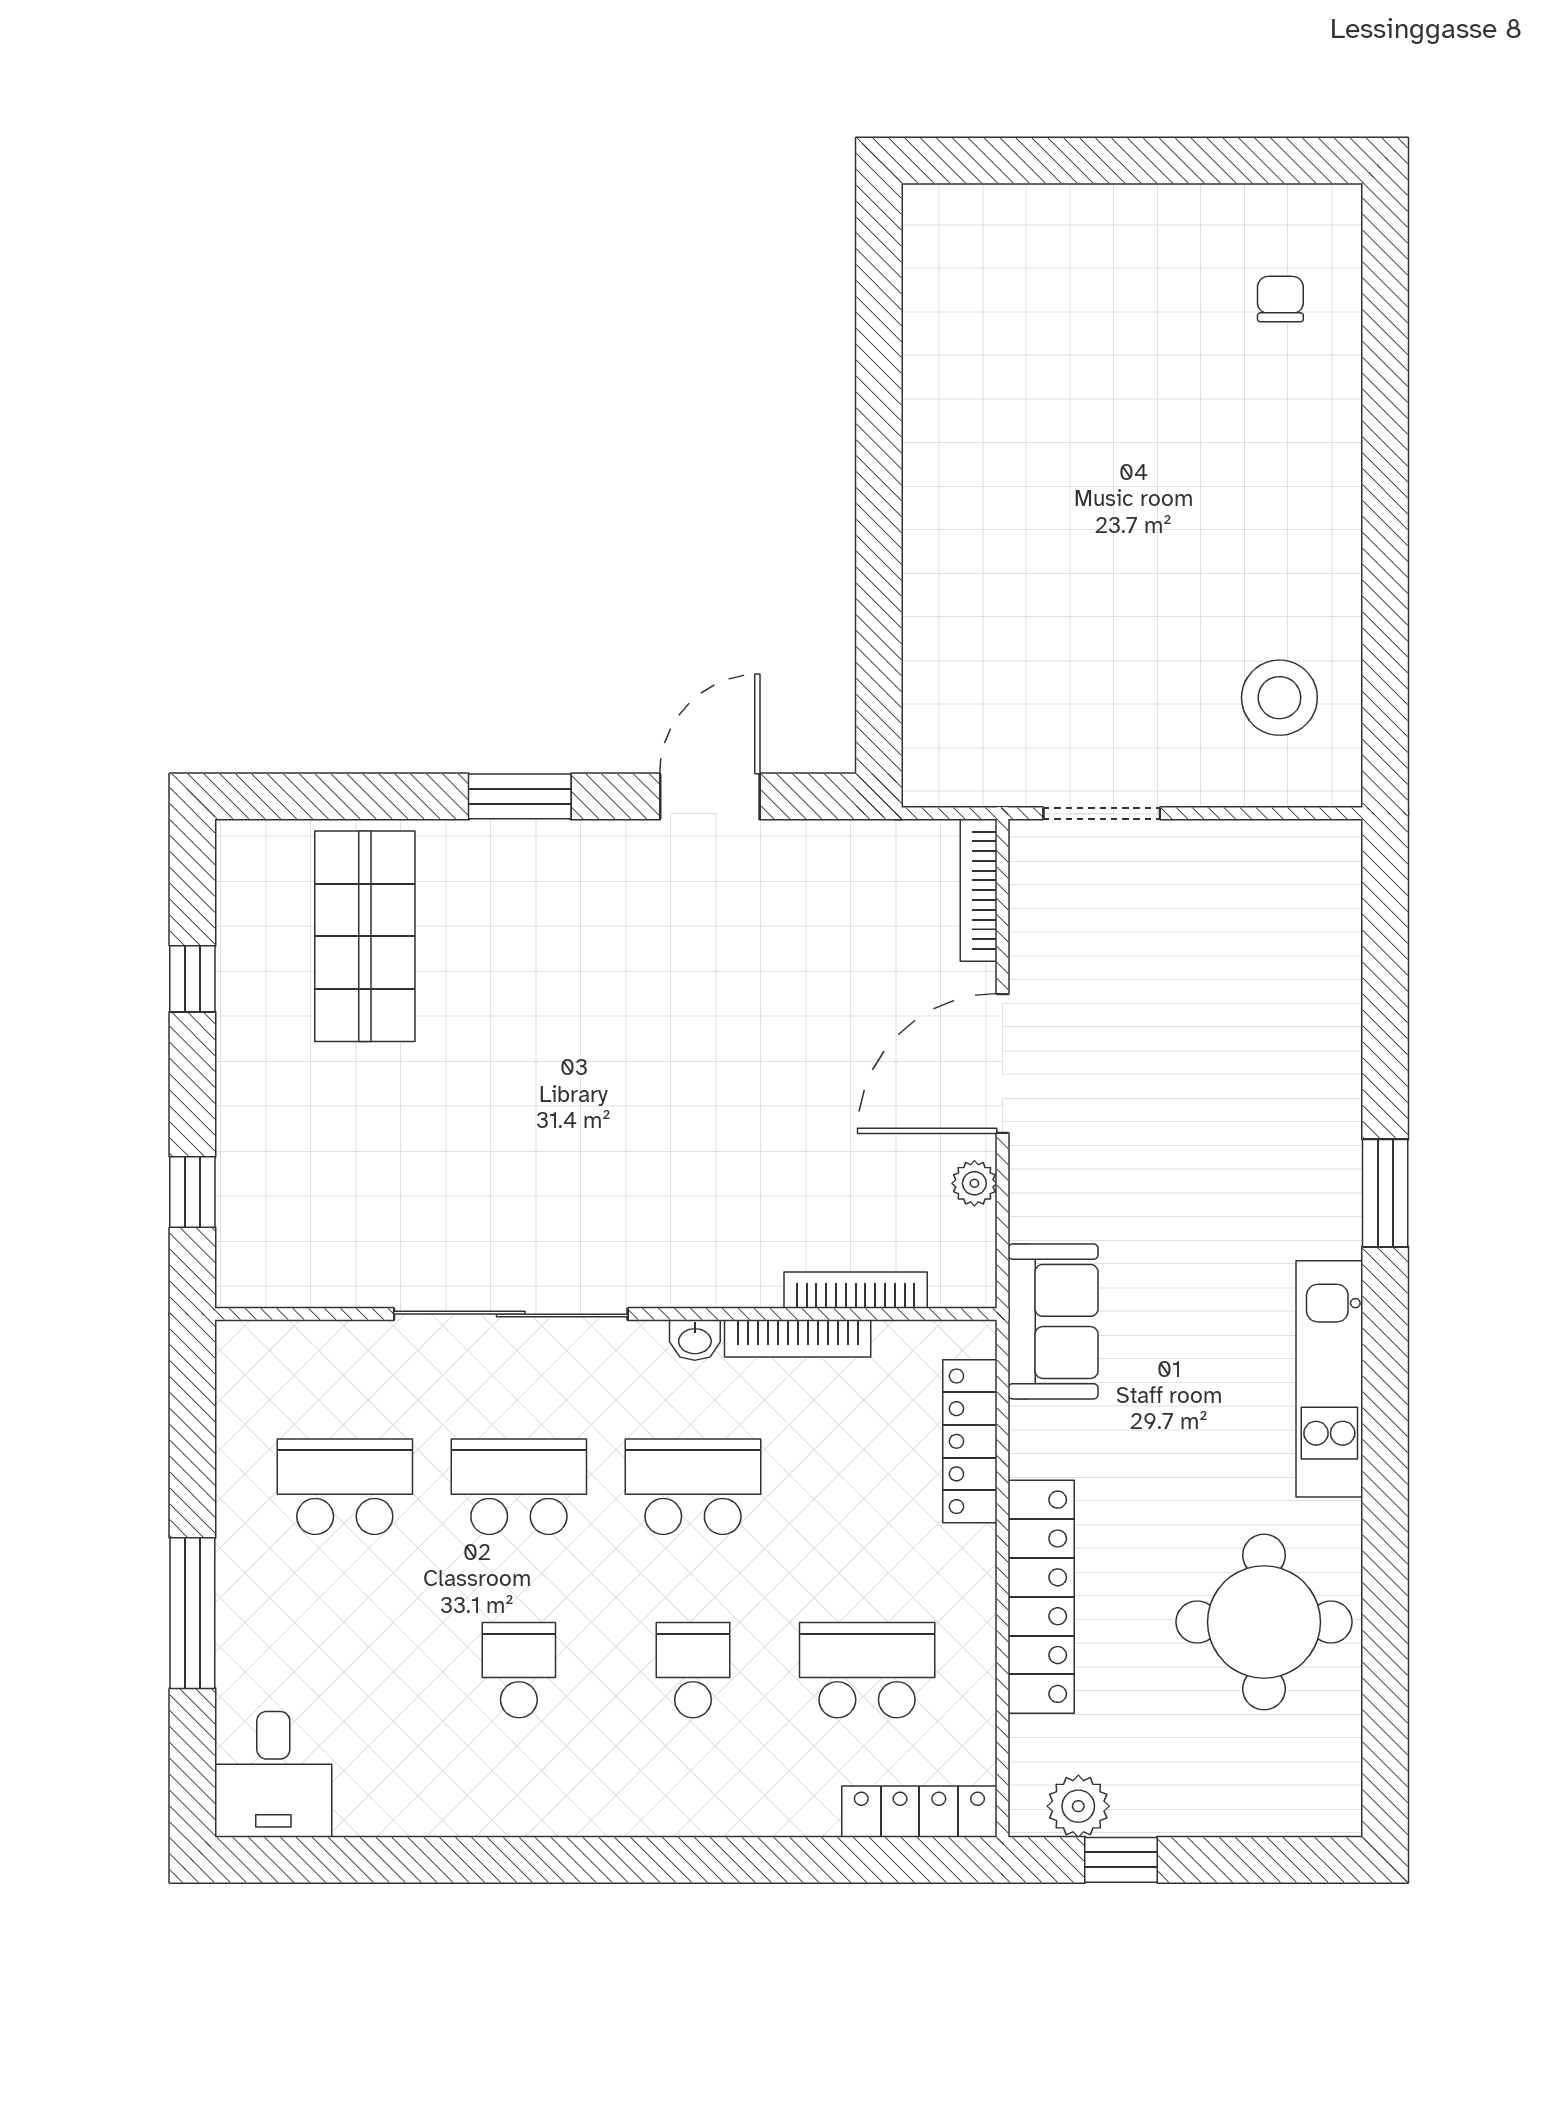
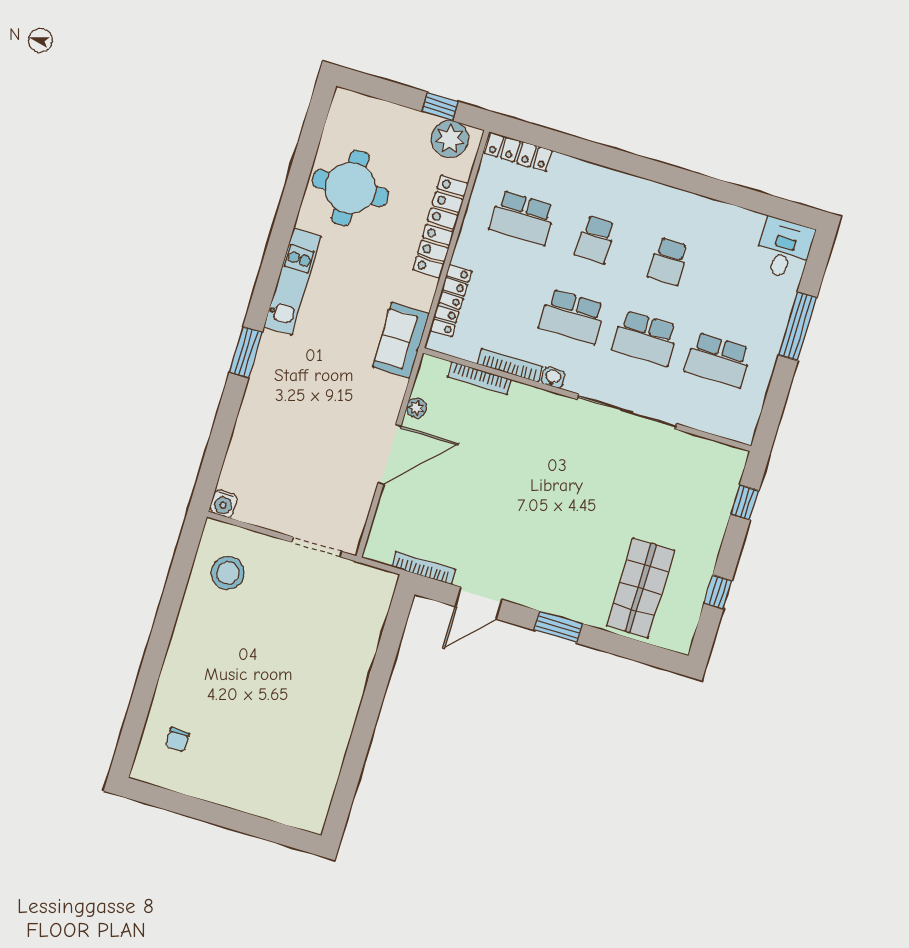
water cooler: (1335, 847) -> (223, 503), added
bookcase: (979, 890) -> (423, 568), moved, turned -90
plant: (1078, 1806) -> (450, 139), width x1.36, depth x1.36

